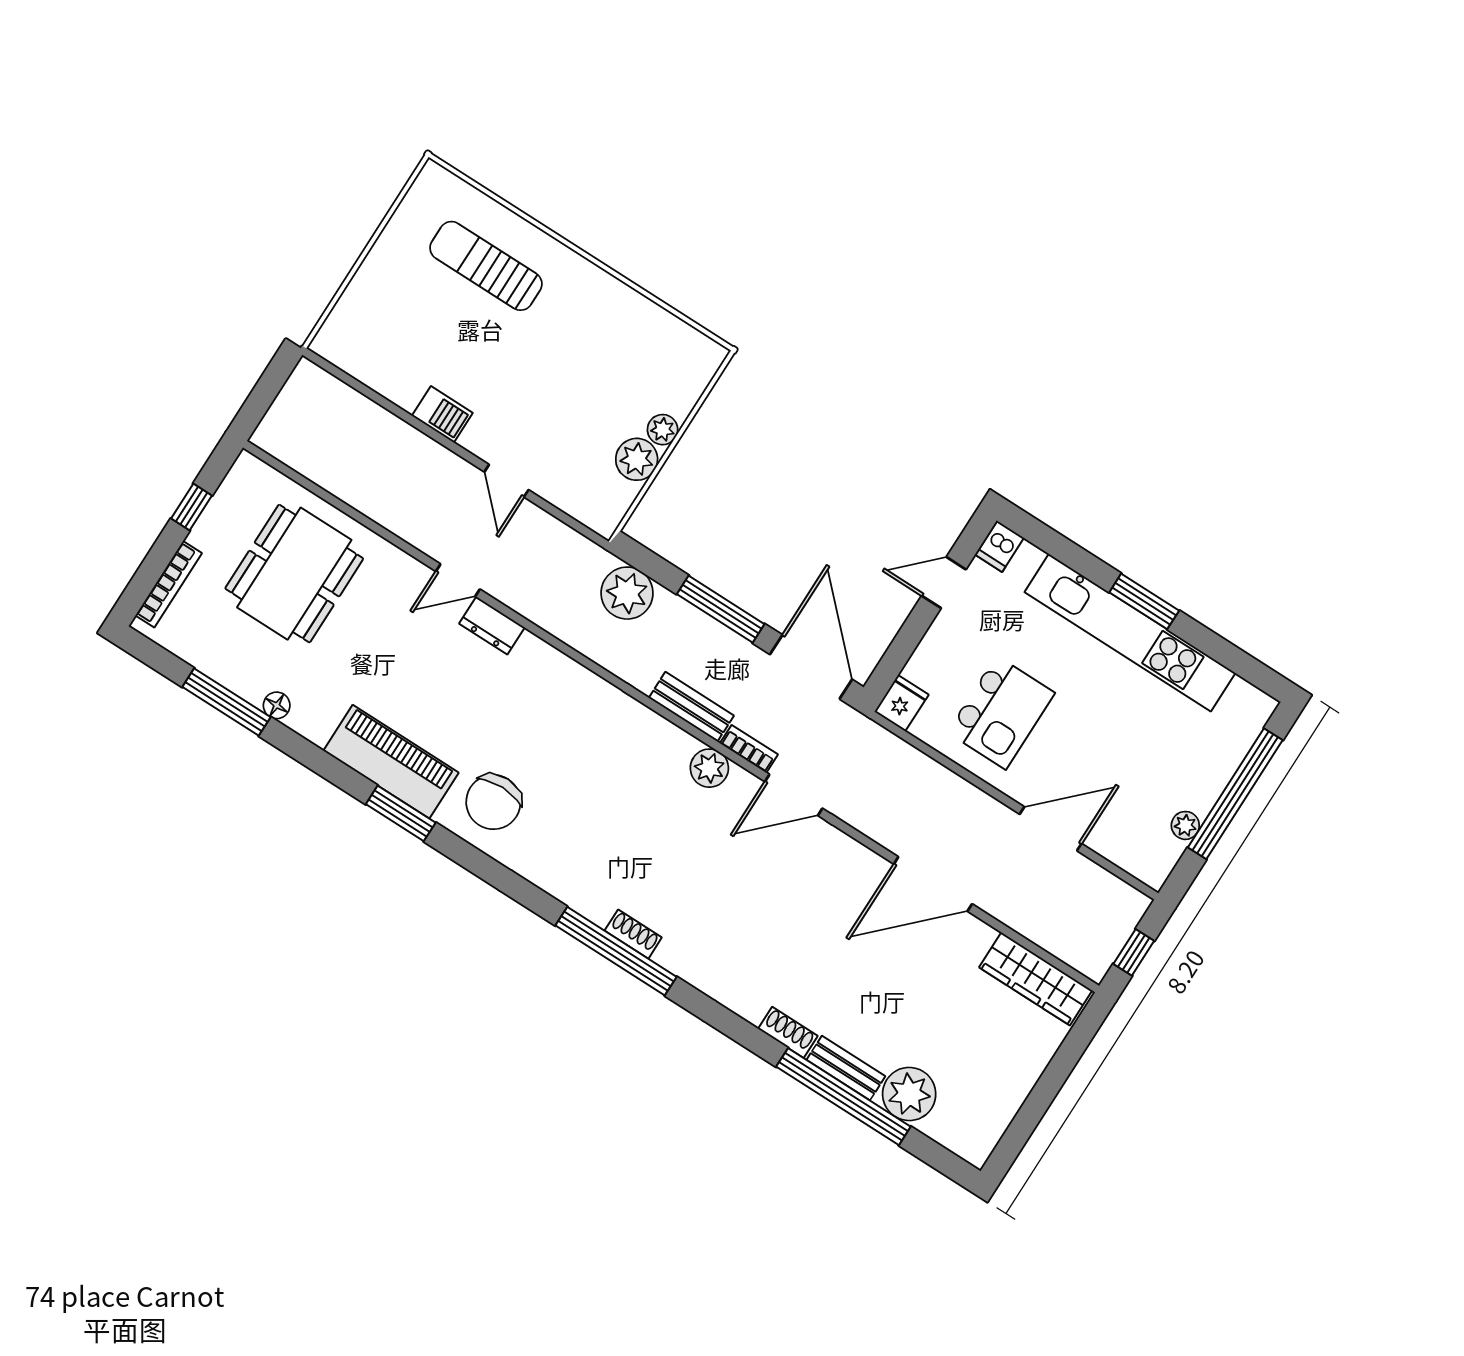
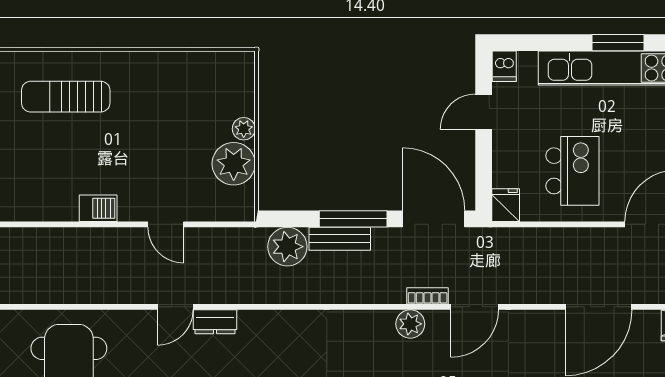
plant: (637, 459) -> (234, 164), width x1.36, depth x1.36
bench: (691, 707) -> (340, 239), moved

